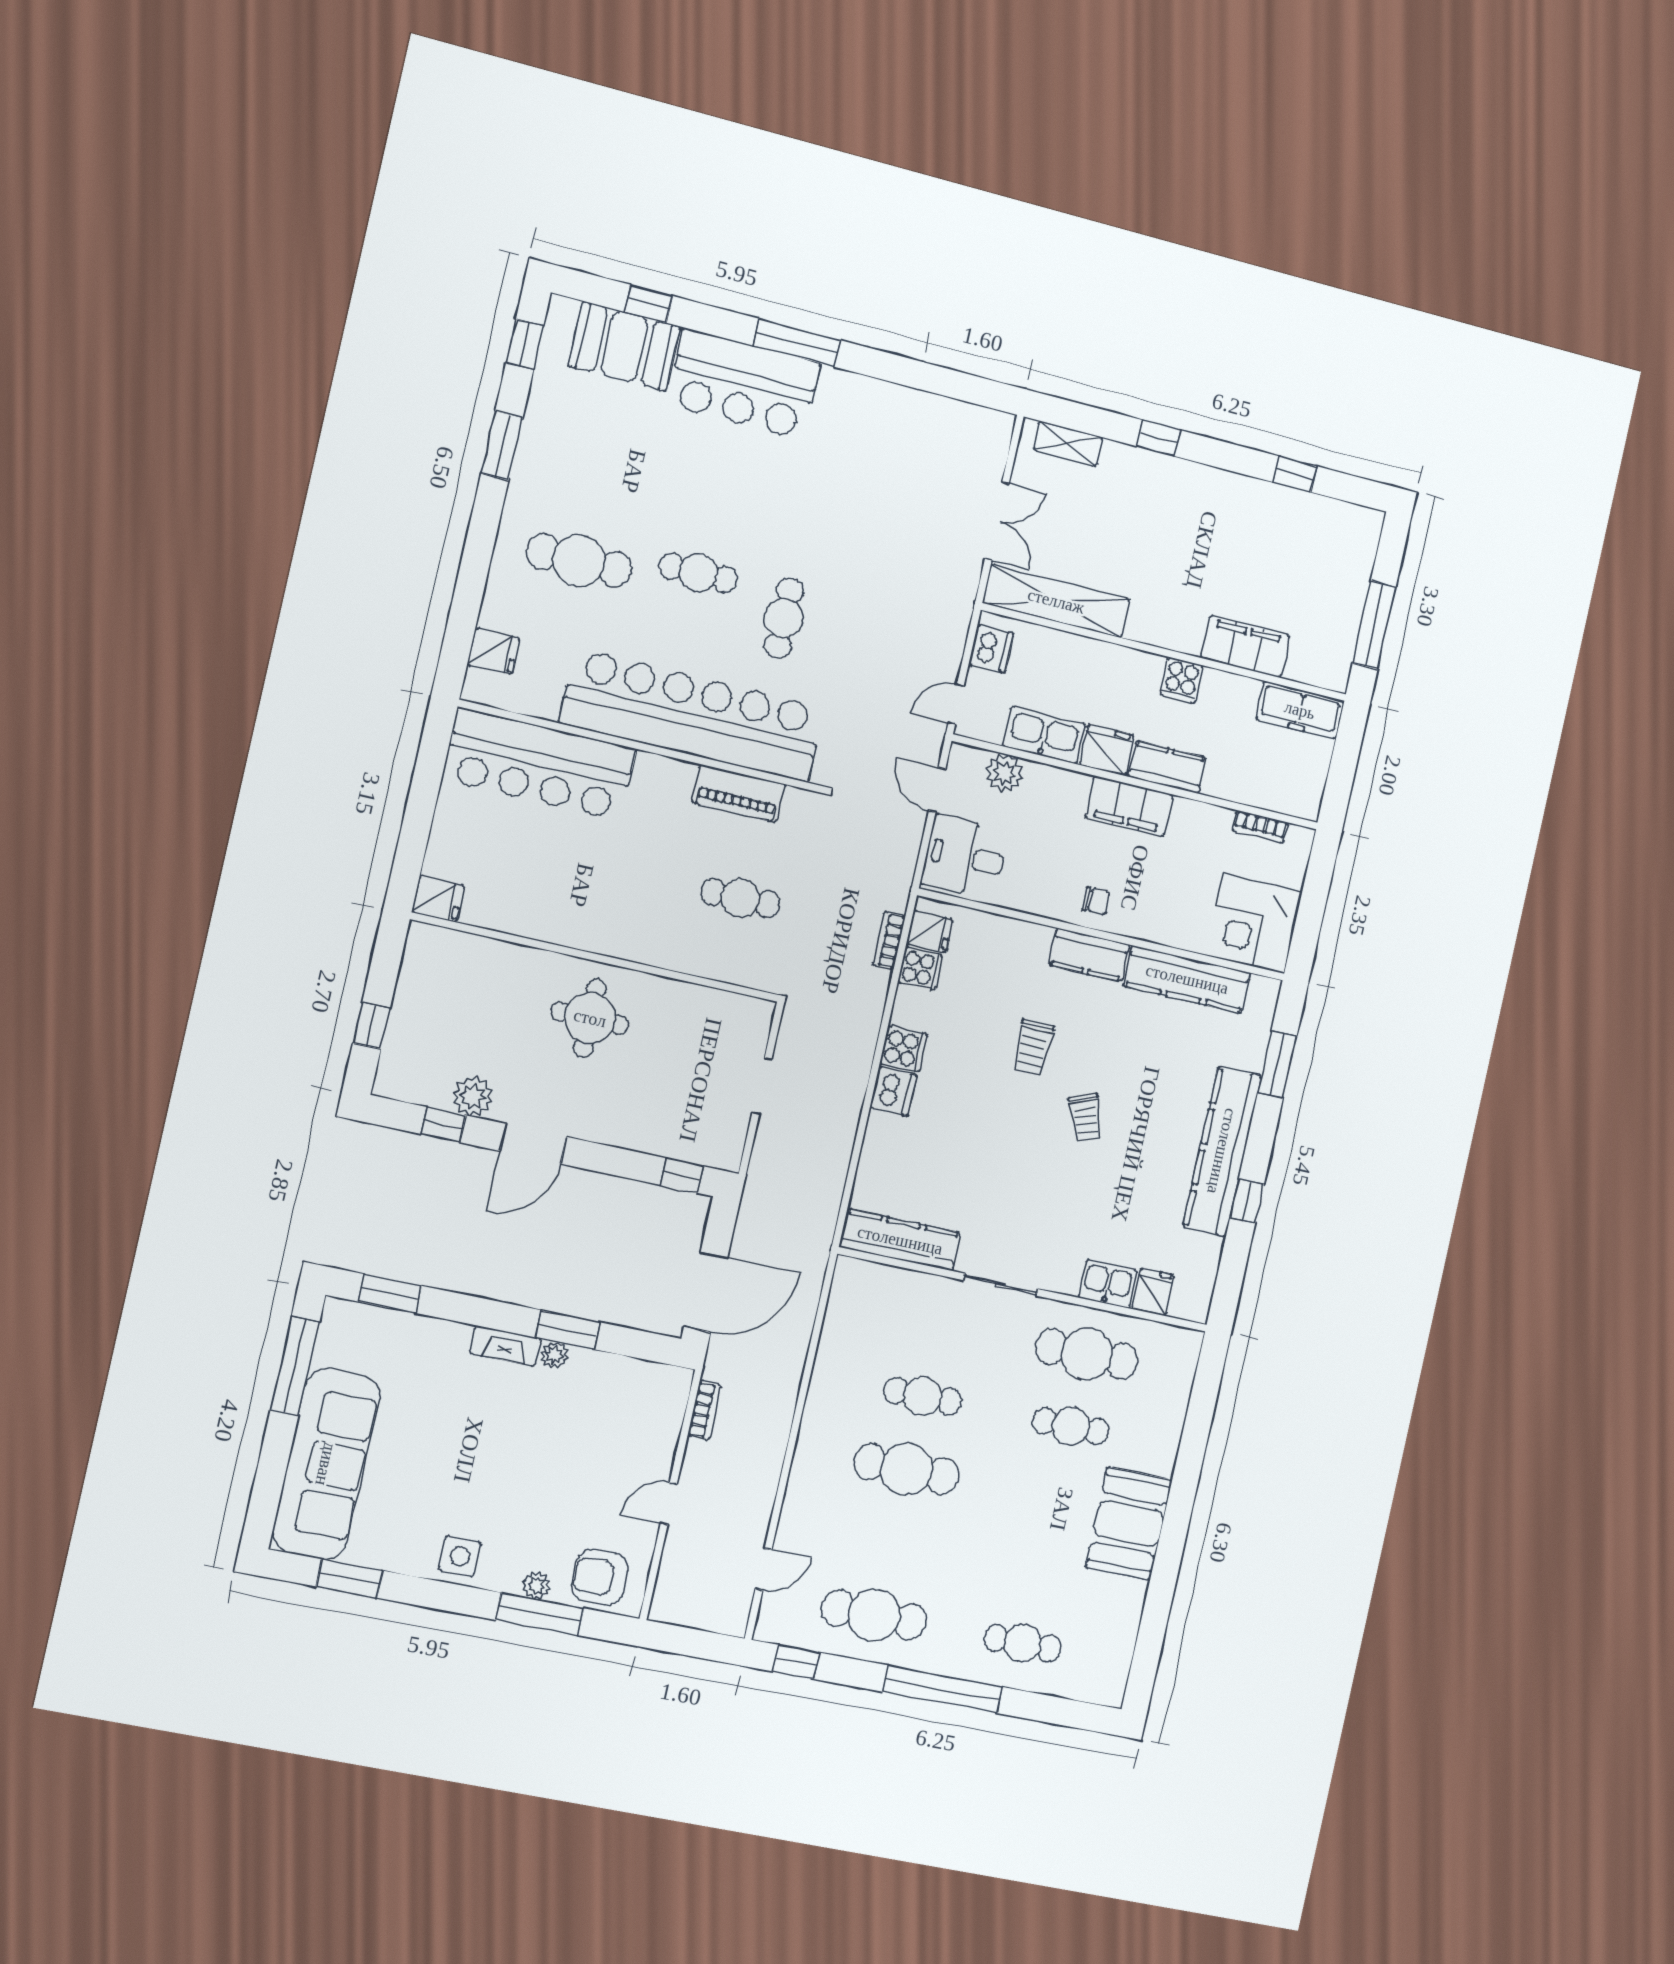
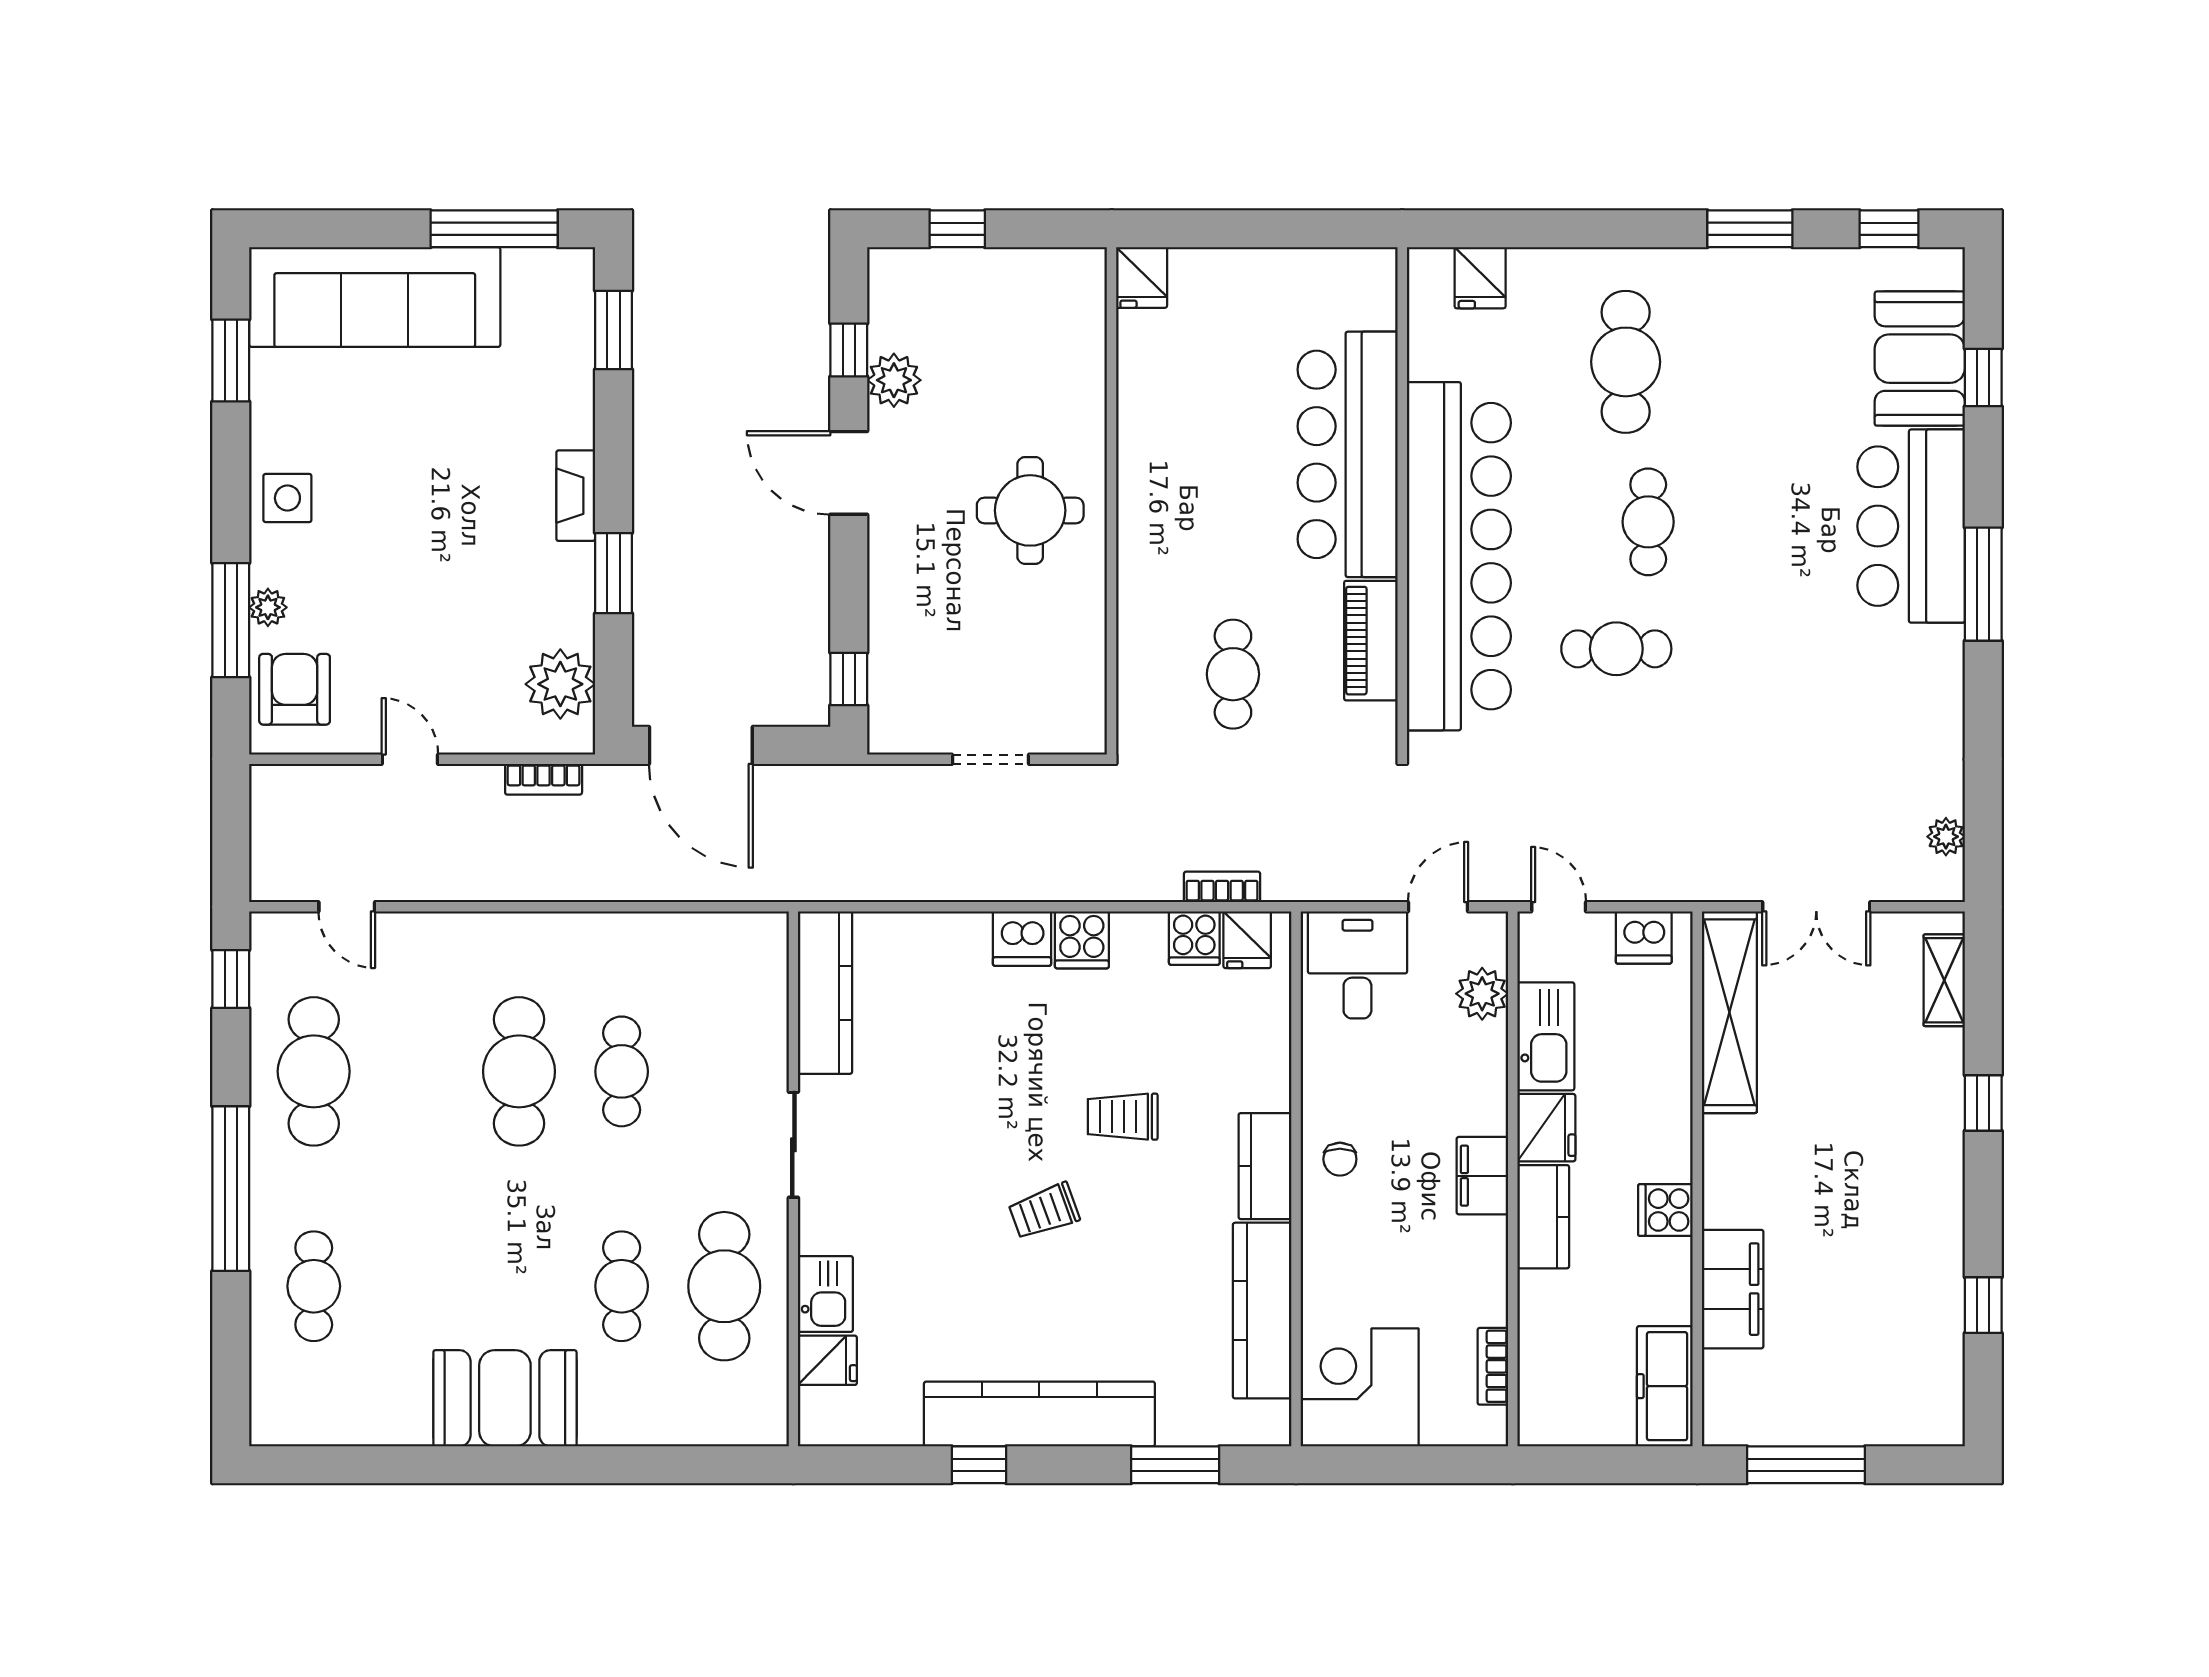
plant: (969, 416) -> (1946, 837), added
bar counter: (539, 764) -> (1348, 454), moved
filing cabinet: (1129, 806) -> (1482, 1176), width x0.67, depth x0.86
plant: (554, 1355) -> (560, 684), moved, width x1.87, depth x1.87

